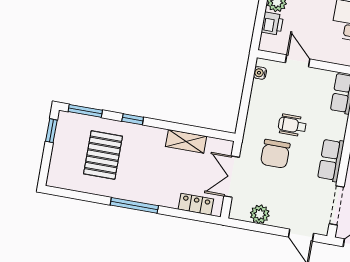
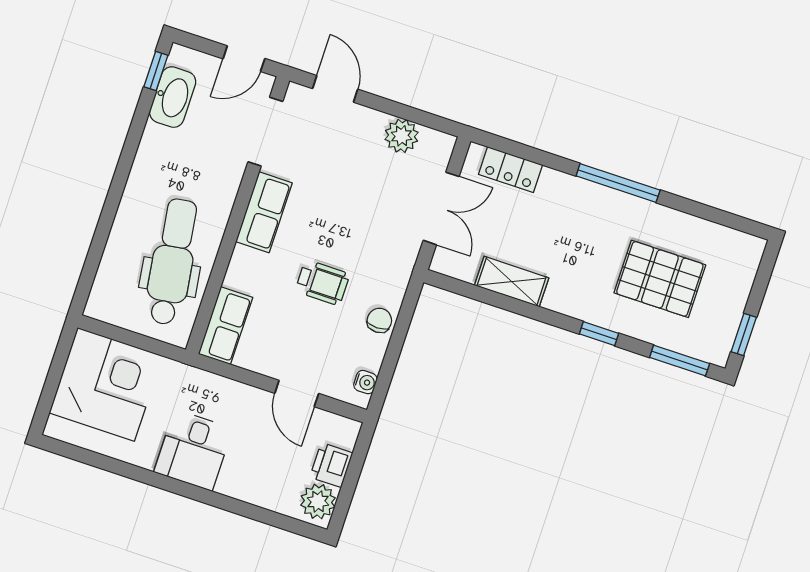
chair: (275, 154) -> (379, 320), moved, width x0.54, depth x0.54
pallet: (103, 155) -> (660, 279), turned 90

